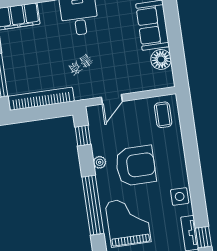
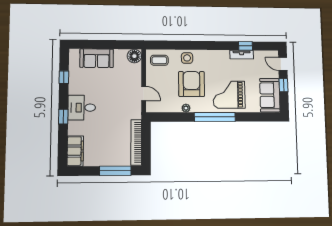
floor lamp: (161, 59) -> (134, 56), moved
window: (83, 136) -> (166, 117), removed
side table: (180, 196) -> (187, 58), moved

